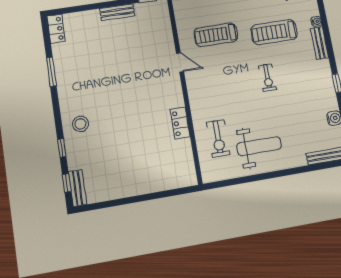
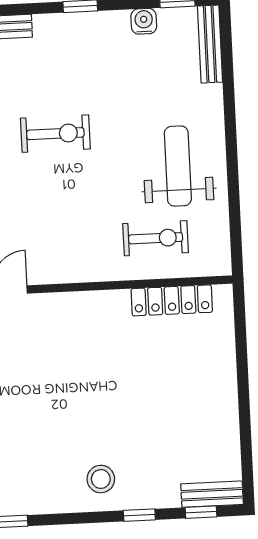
exercise bike: (268, 78) -> (55, 134), width x1.38, depth x1.39
locker: (180, 123) -> (172, 300), moved, width x1.53

